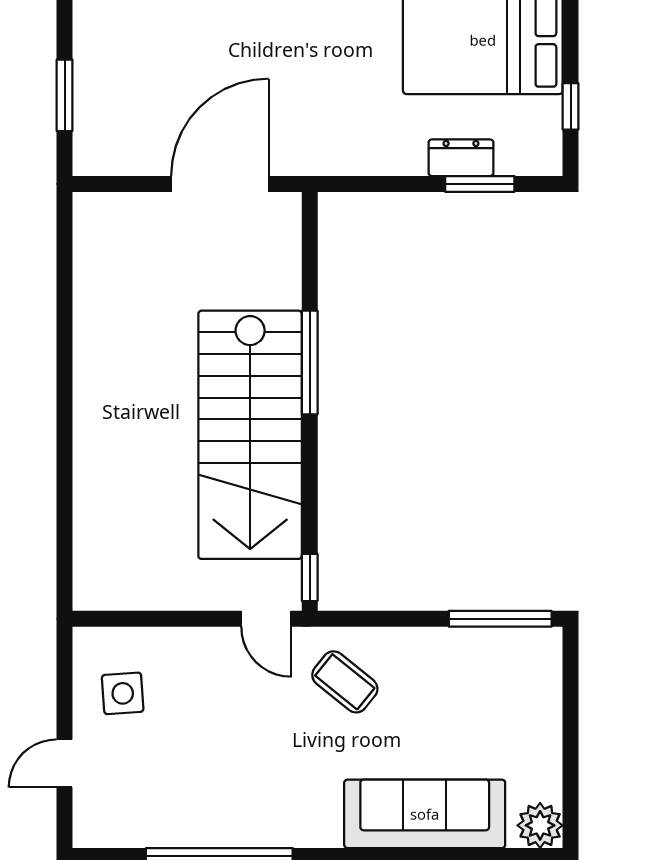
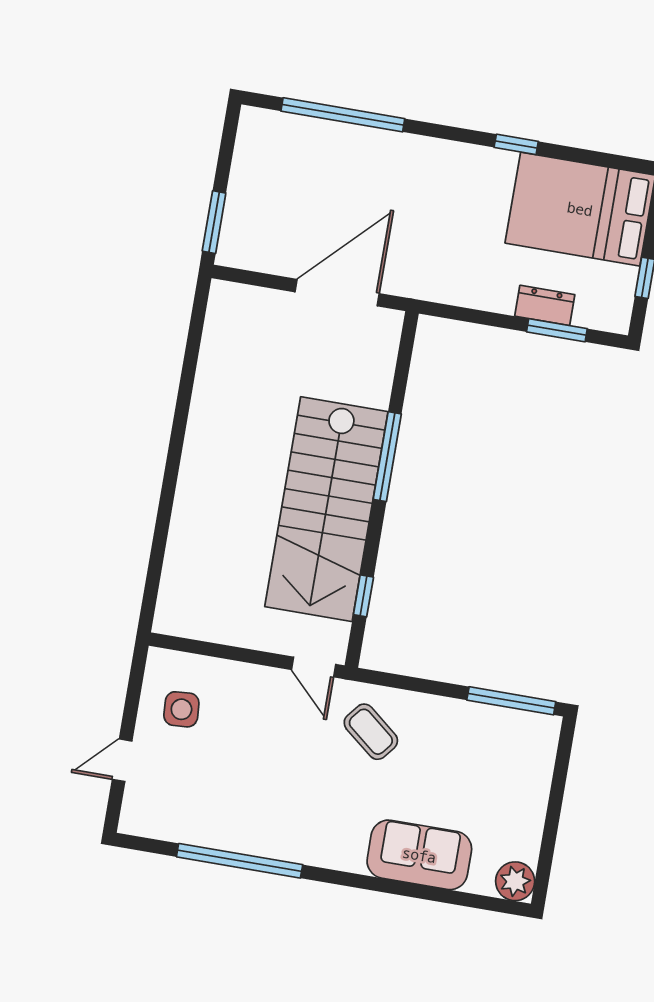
window: (65, 95) -> (214, 222), moved
window: (310, 577) -> (363, 596), moved
sofa: (425, 814) -> (419, 855), width x0.73

